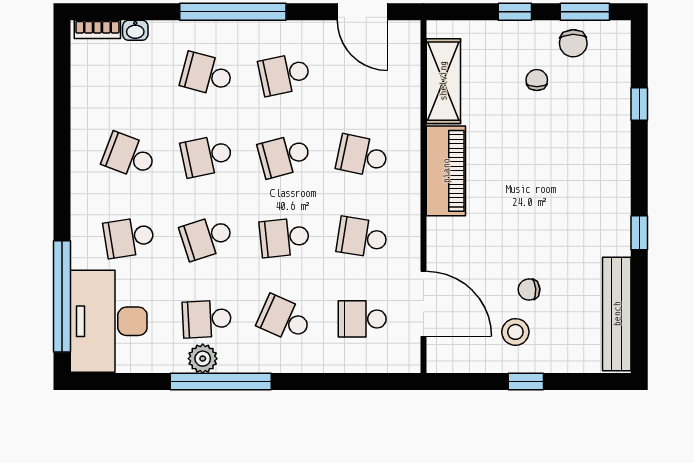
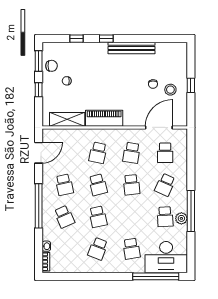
school desk: (207, 74) -> (64, 217), turned -39
window: (639, 233) -> (106, 39), moved
school desk: (207, 237) -> (131, 217), removed
bench: (617, 314) -> (132, 48), moved

